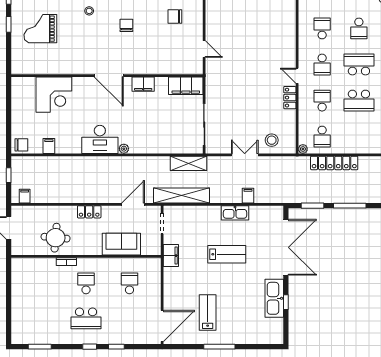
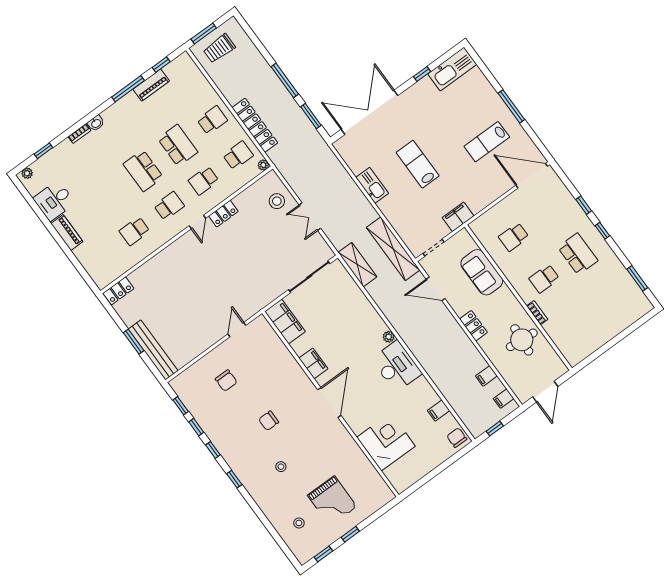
school desk: (359, 28) -> (212, 120), moved
filing cabinet: (248, 196) -> (486, 376), moved
kitchen sink: (274, 298) -> (452, 69), moved

